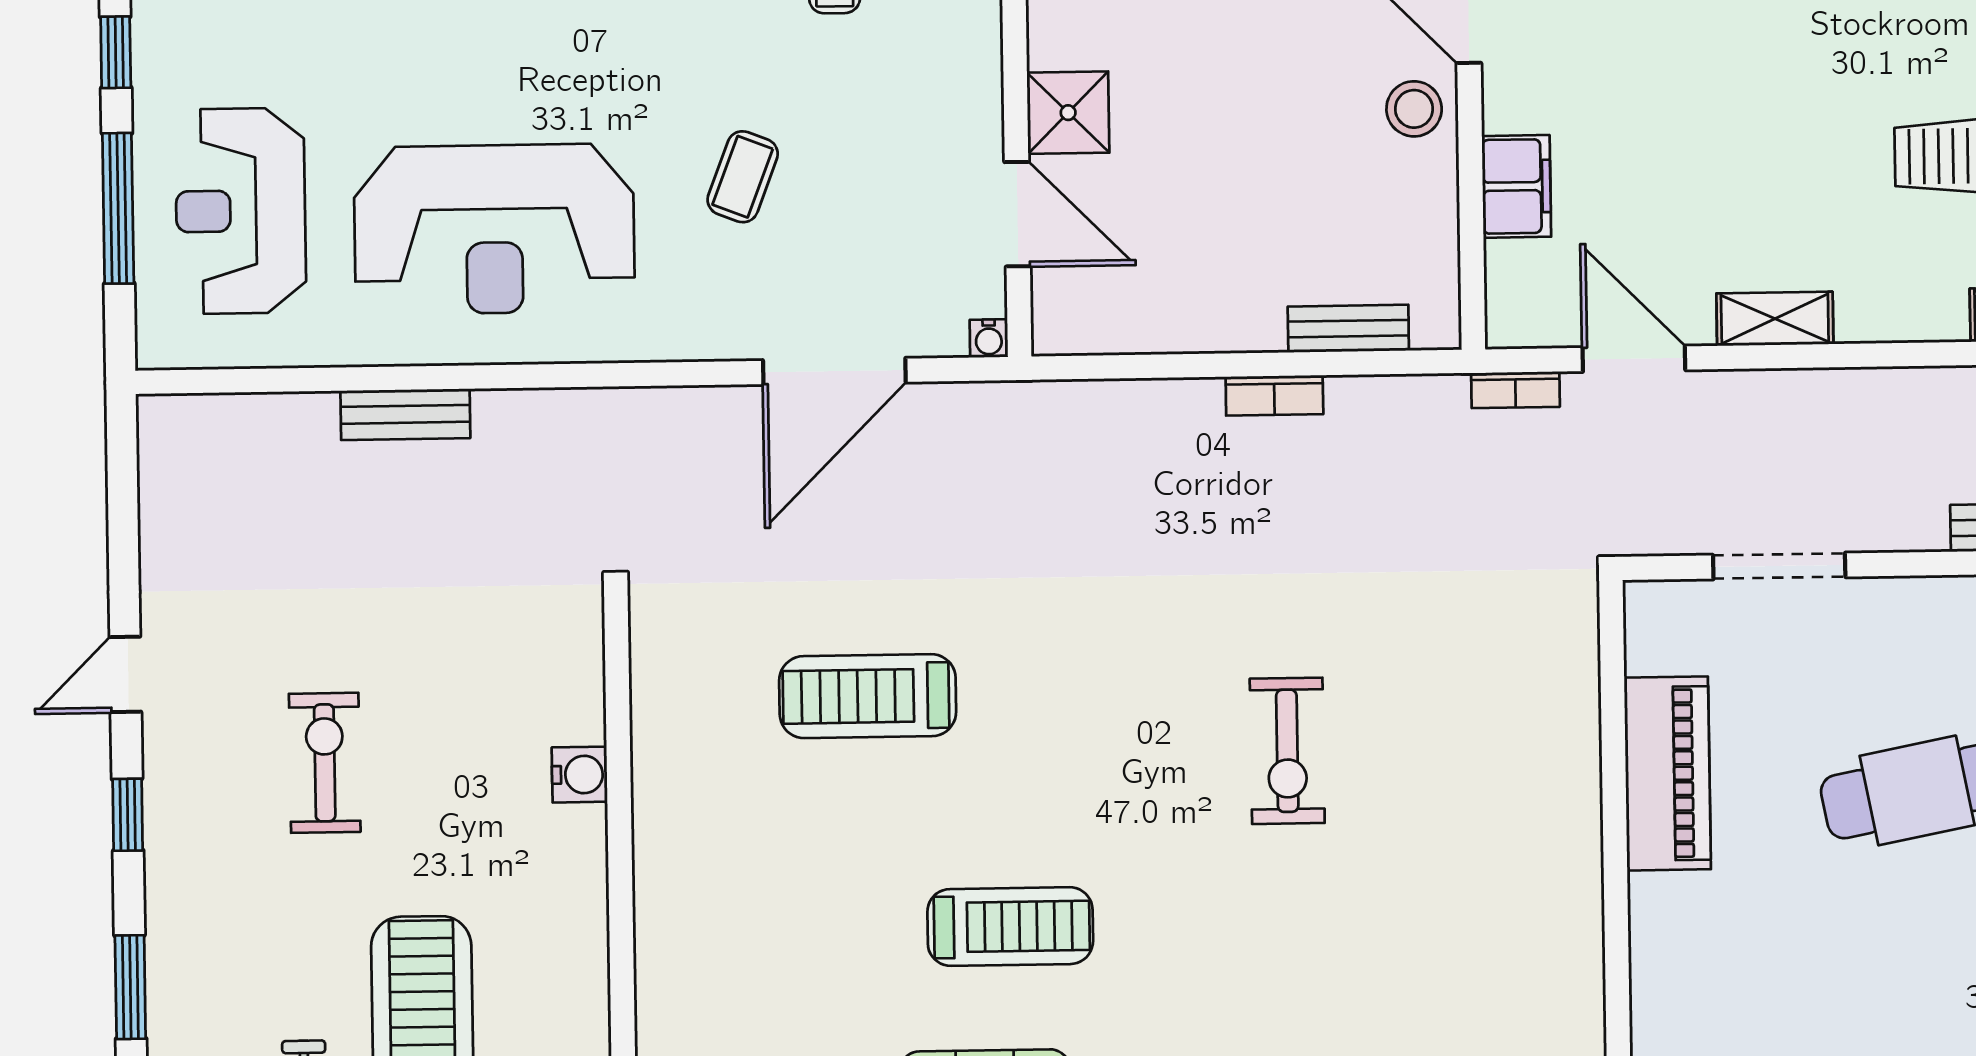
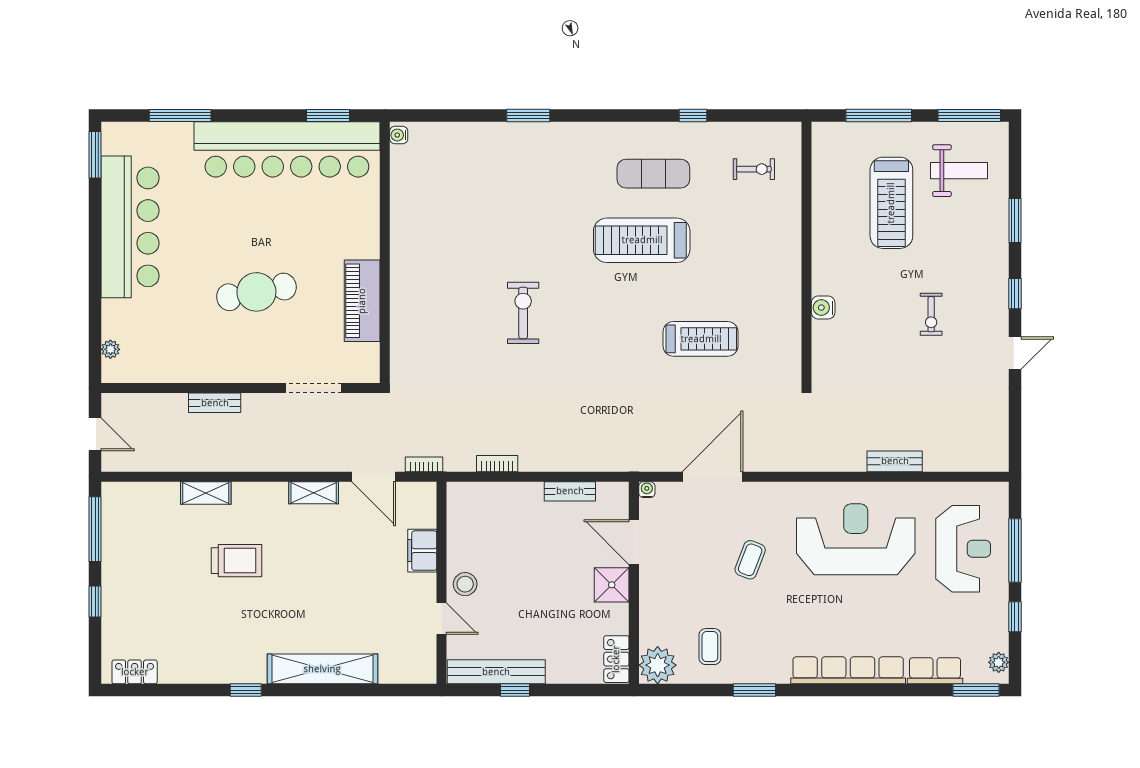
bench: (1348, 329) -> (570, 491), moved
bookcase: (1274, 395) -> (497, 464), moved
exercise bike: (325, 763) -> (931, 314), width x0.73, depth x0.72
treadmill: (1010, 927) -> (642, 240), width x1.37, depth x1.38

